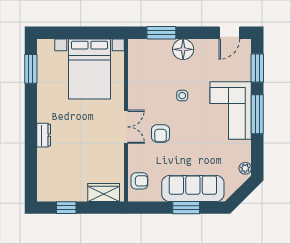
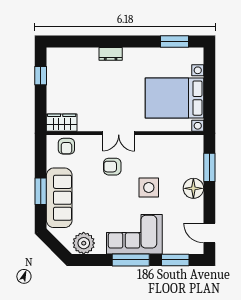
side table: (182, 96) -> (149, 187), width x1.87, depth x1.87
plant: (245, 168) -> (84, 243), width x1.87, depth x1.87
wardrobe: (104, 192) -> (62, 123), moved, turned -90

